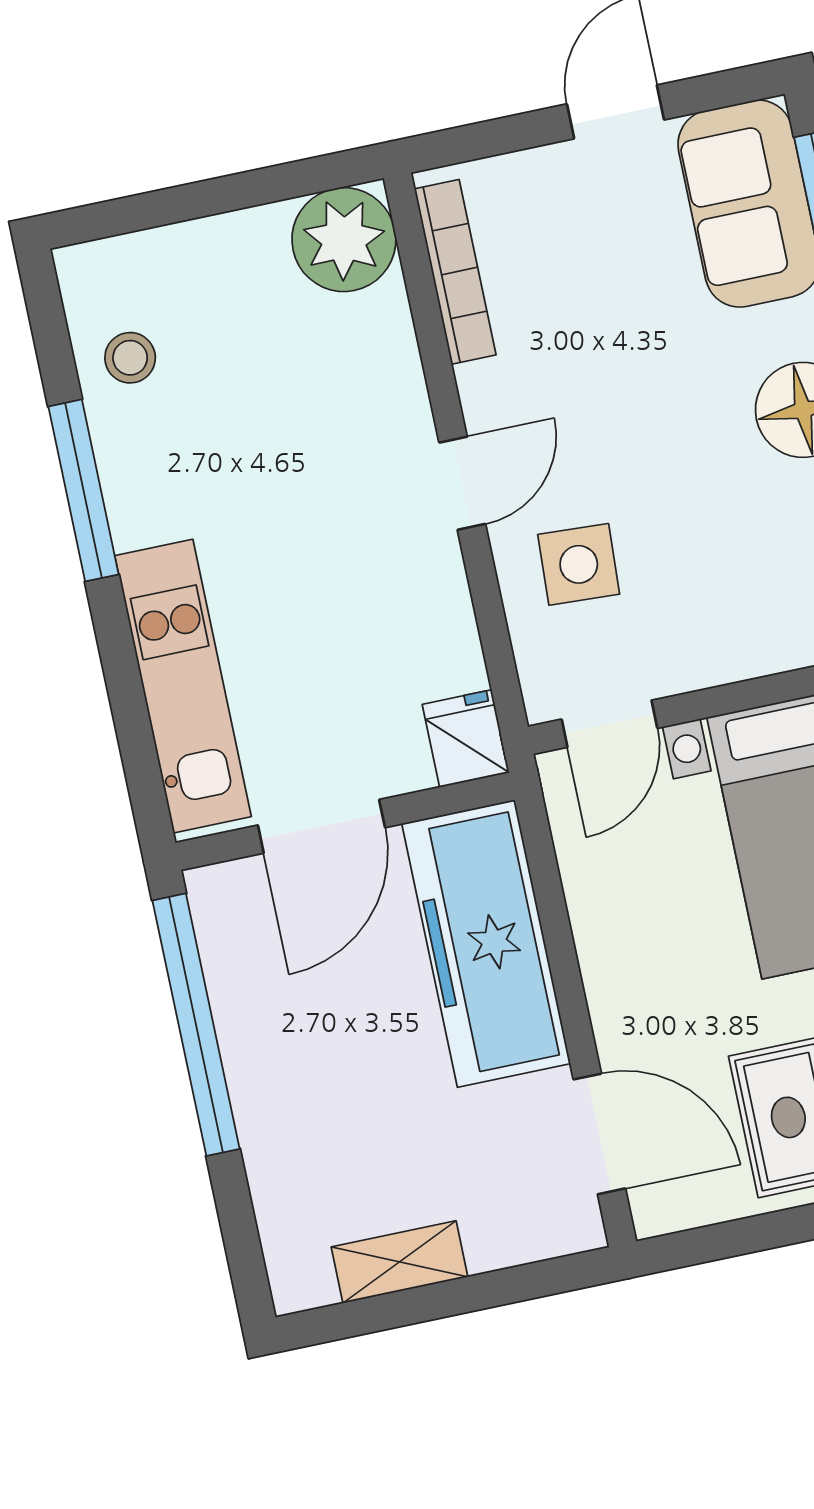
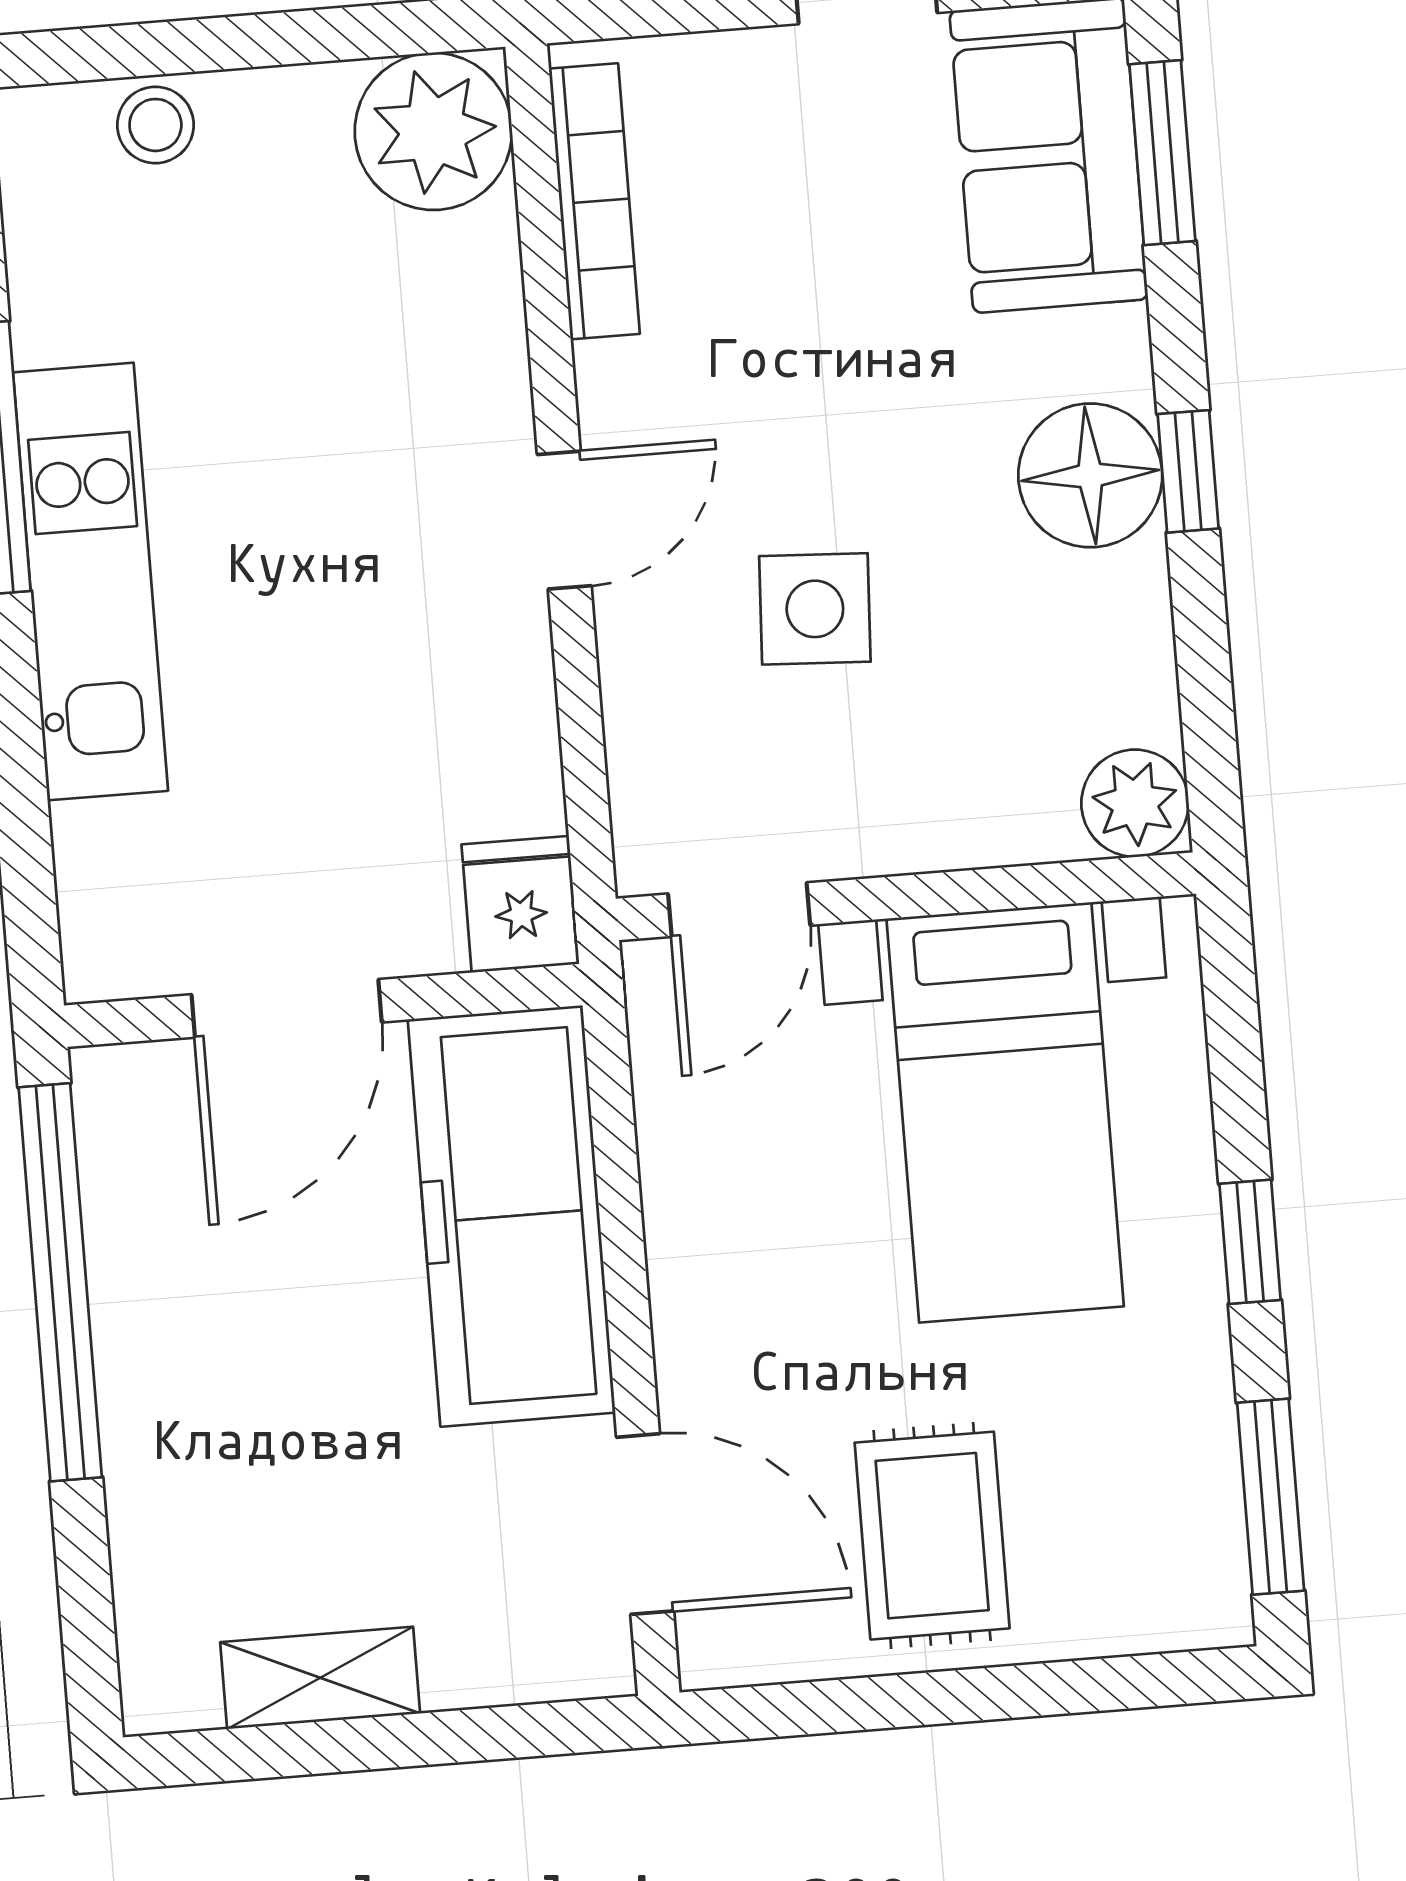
stool: (130, 358) -> (155, 125), moved
side table: (579, 564) -> (815, 609), moved
kitchen unit: (183, 686) -> (90, 582), moved

